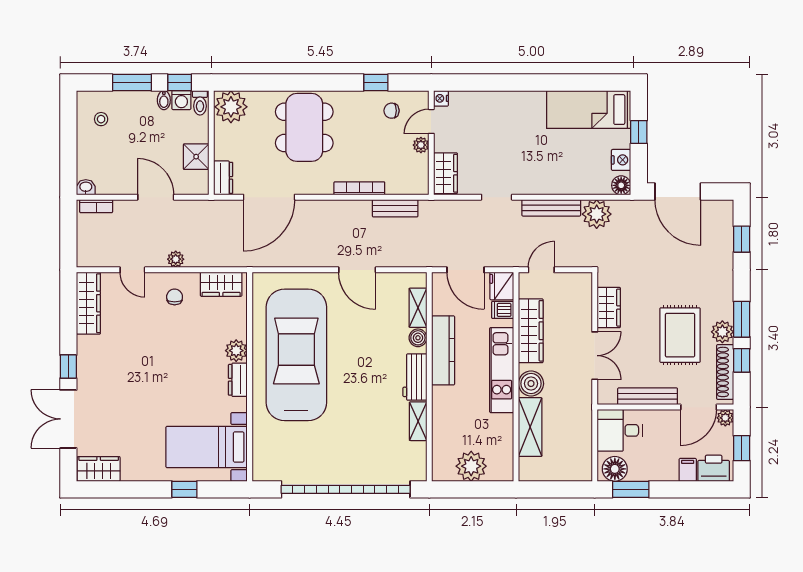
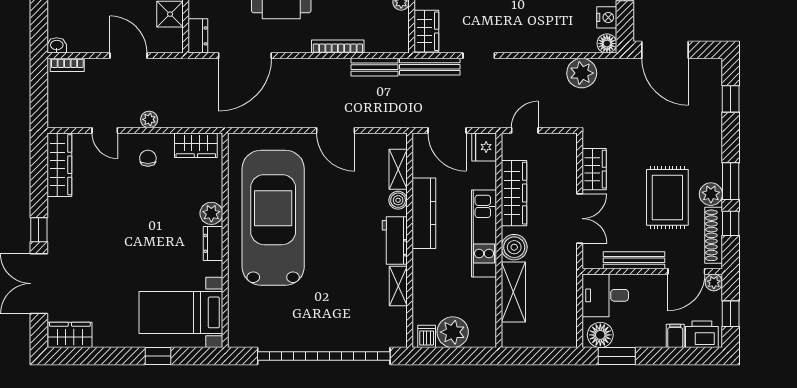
bench: (551, 208) -> (430, 67), moved
dishwasher: (503, 310) -> (427, 336), moved, turned 90

